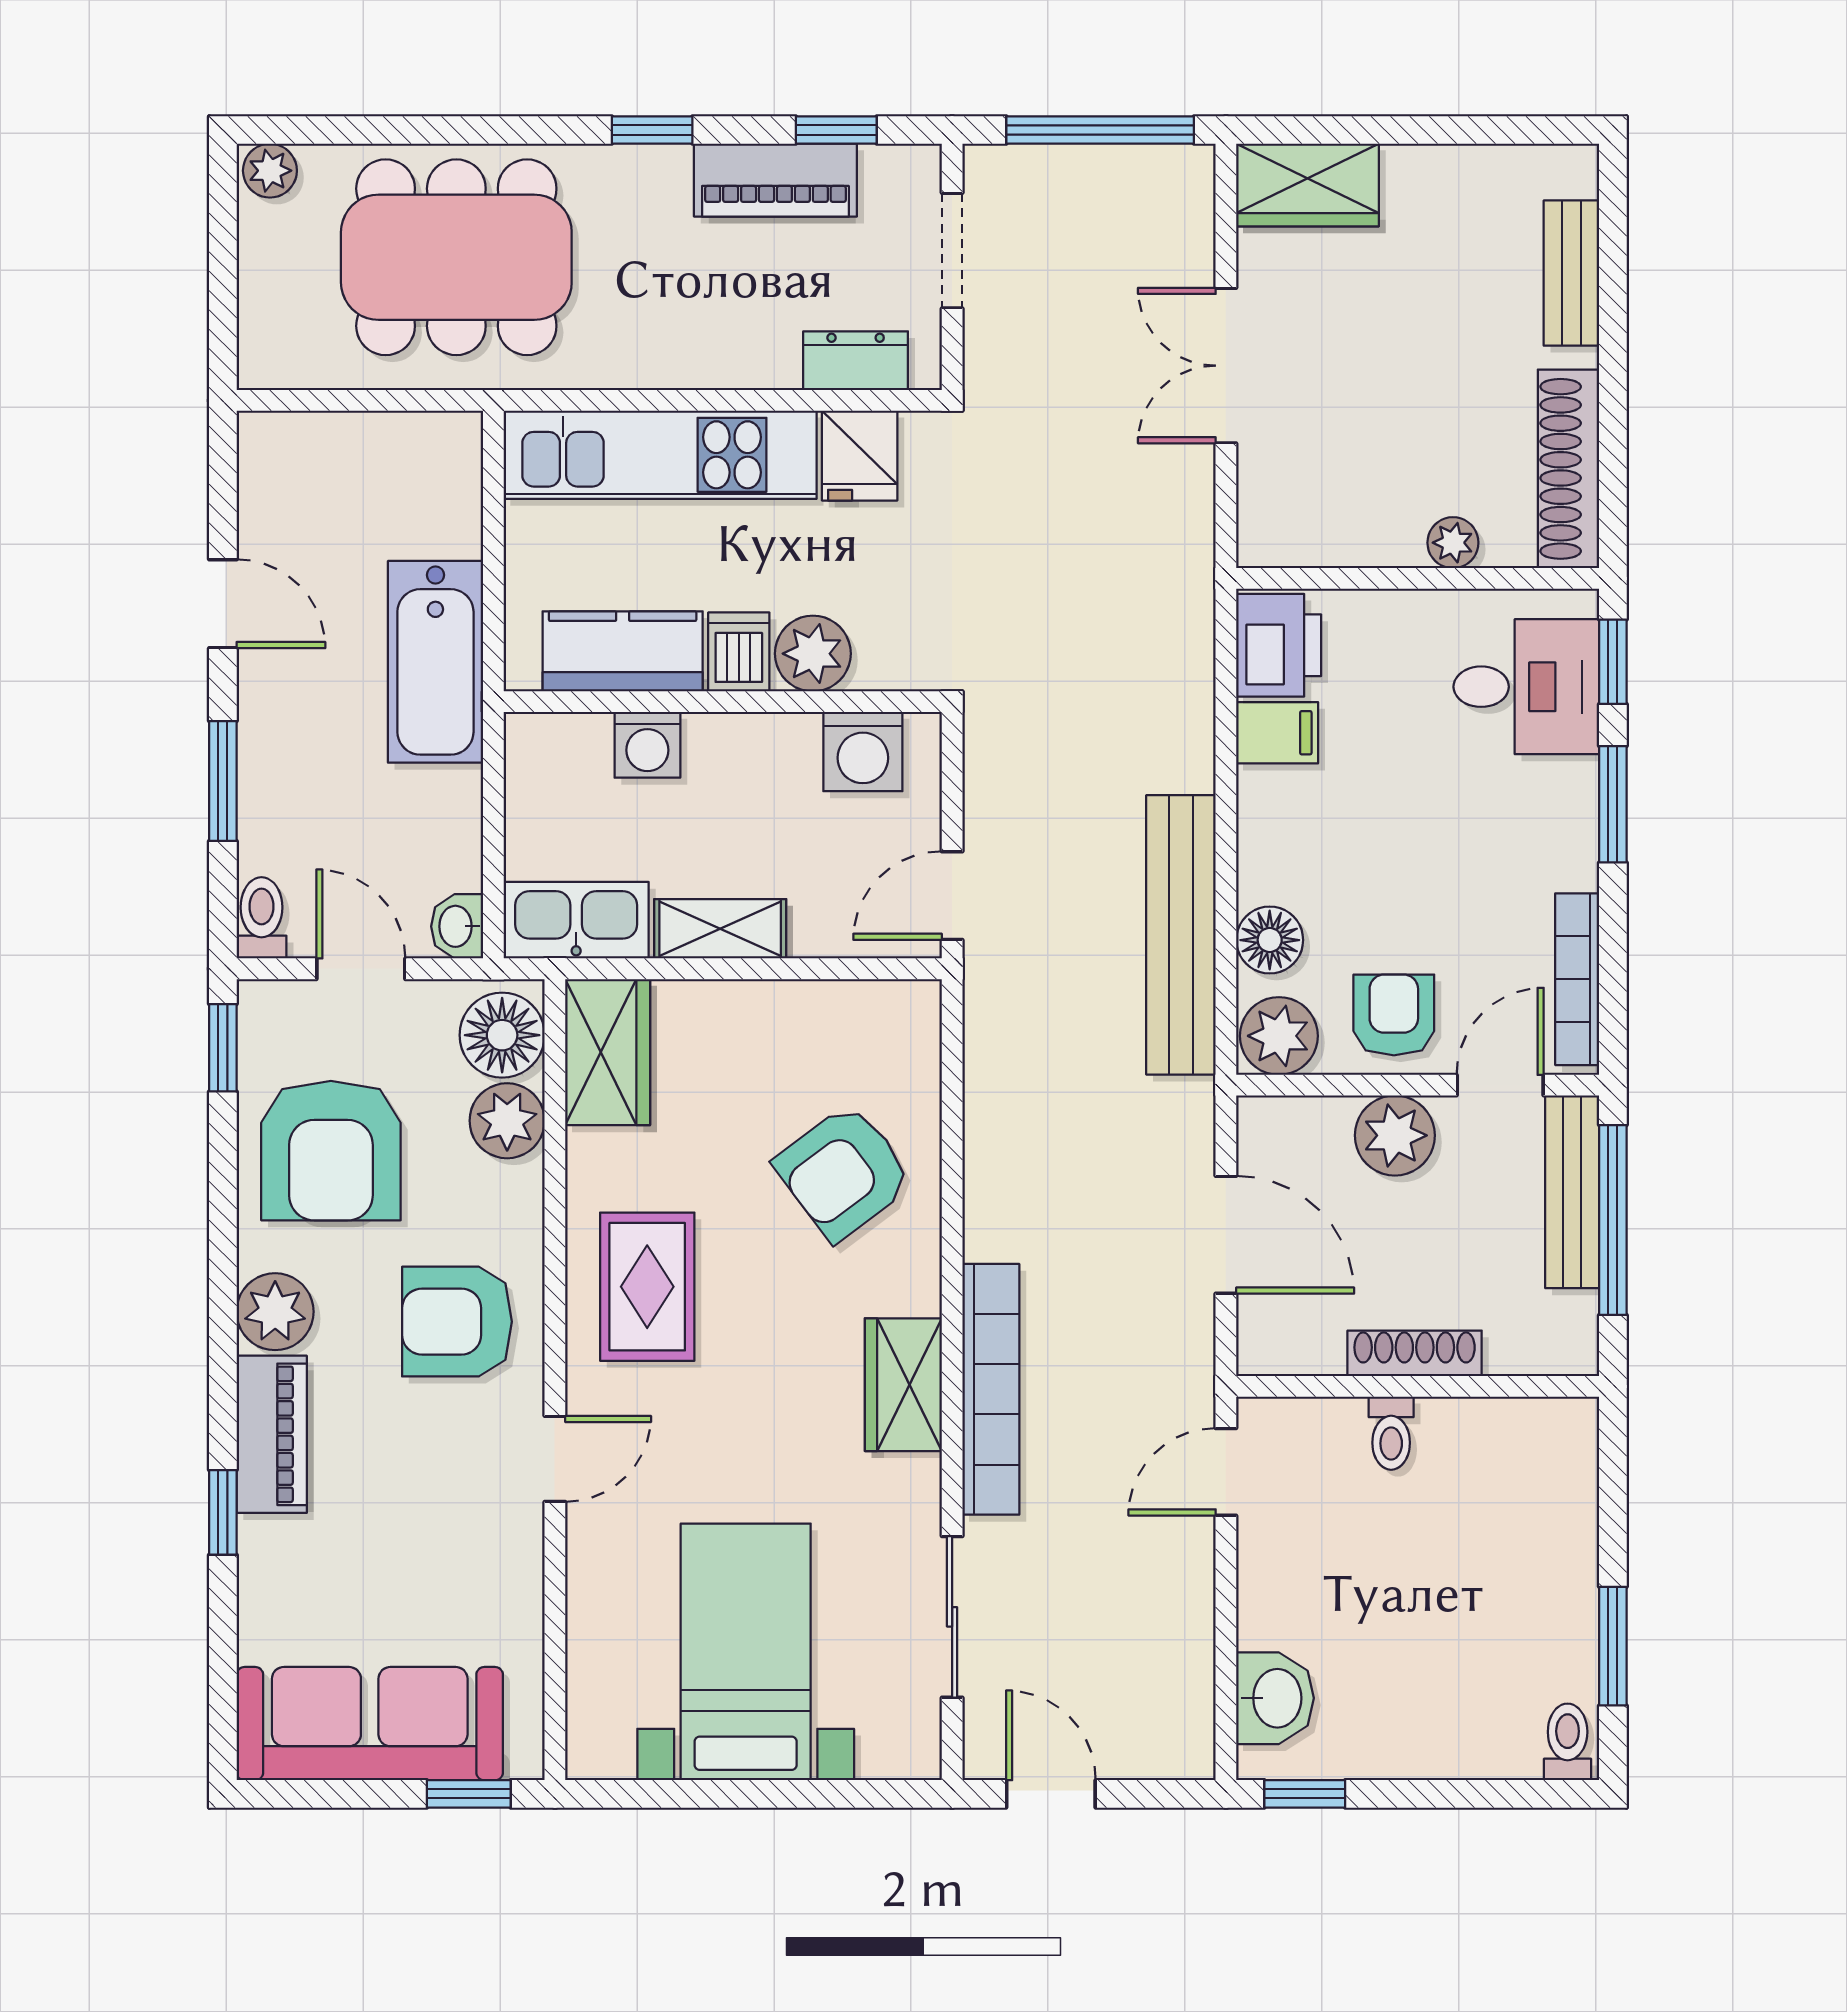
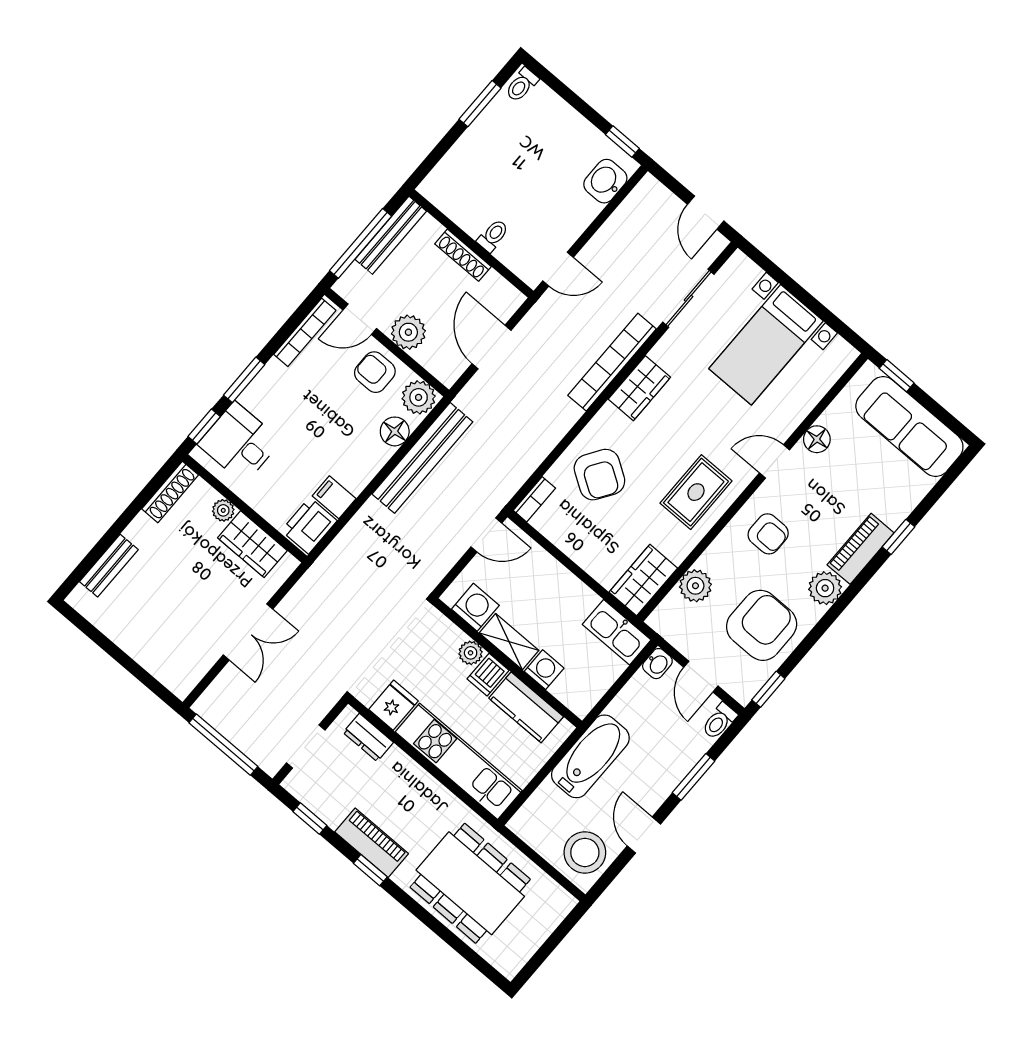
plant: (270, 171) -> (507, 964), removed
piano: (775, 180) -> (372, 843), moved
wardrobe: (1308, 185) -> (252, 544), moved, turned 180
shoe rack: (1568, 469) -> (170, 492), width x0.74, depth x0.81
stool: (301, 484) -> (585, 852), added
plant: (813, 654) -> (471, 653), width x0.73, depth x0.73
shelving: (720, 929) -> (509, 642), moved
armchair: (1394, 1015) -> (375, 372), turned 90
bookcase: (921, 1031) -> (534, 499), added
floor lamp: (502, 1035) -> (817, 439), moved, width x0.73, depth x0.73
armchair: (844, 1172) -> (599, 475), turned 70
bench: (1572, 1192) -> (391, 235), moved
armchair: (457, 1322) -> (768, 534), width x0.72, depth x0.72

